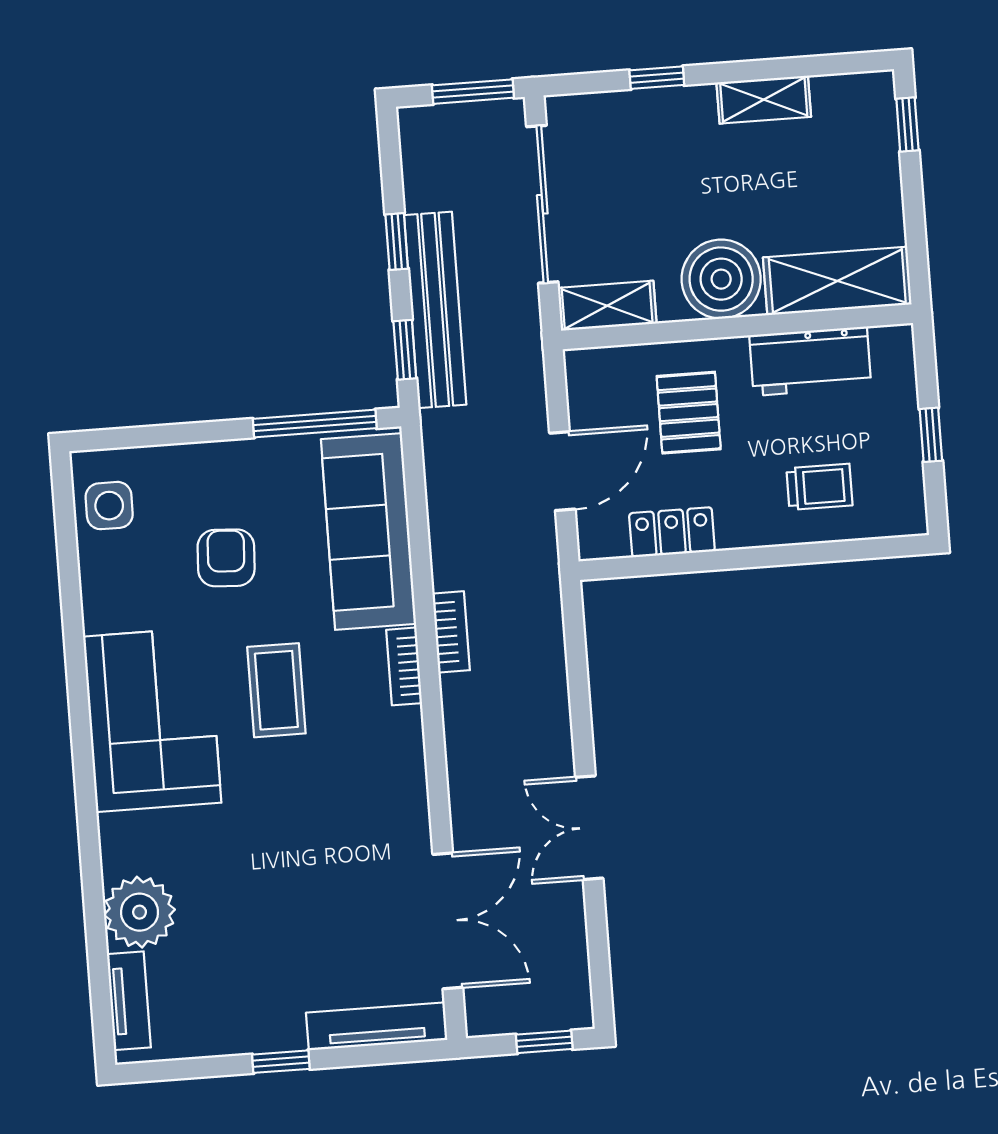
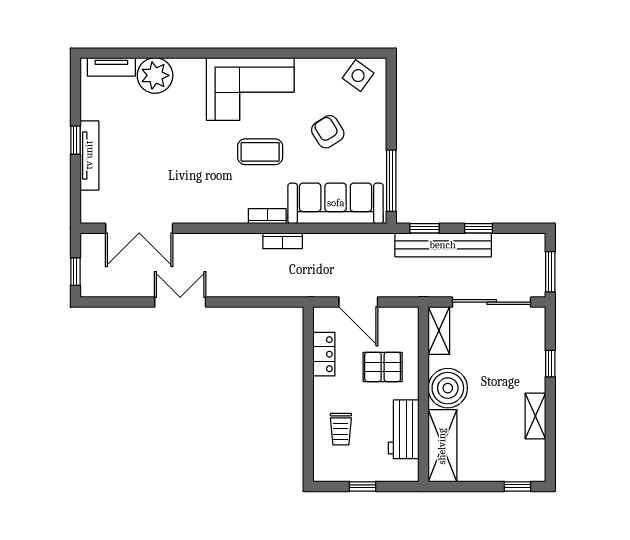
side table: (109, 506) -> (358, 76), turned 36
armchair: (226, 558) -> (328, 132), turned -125
tv unit: (377, 1026) -> (89, 155), moved

